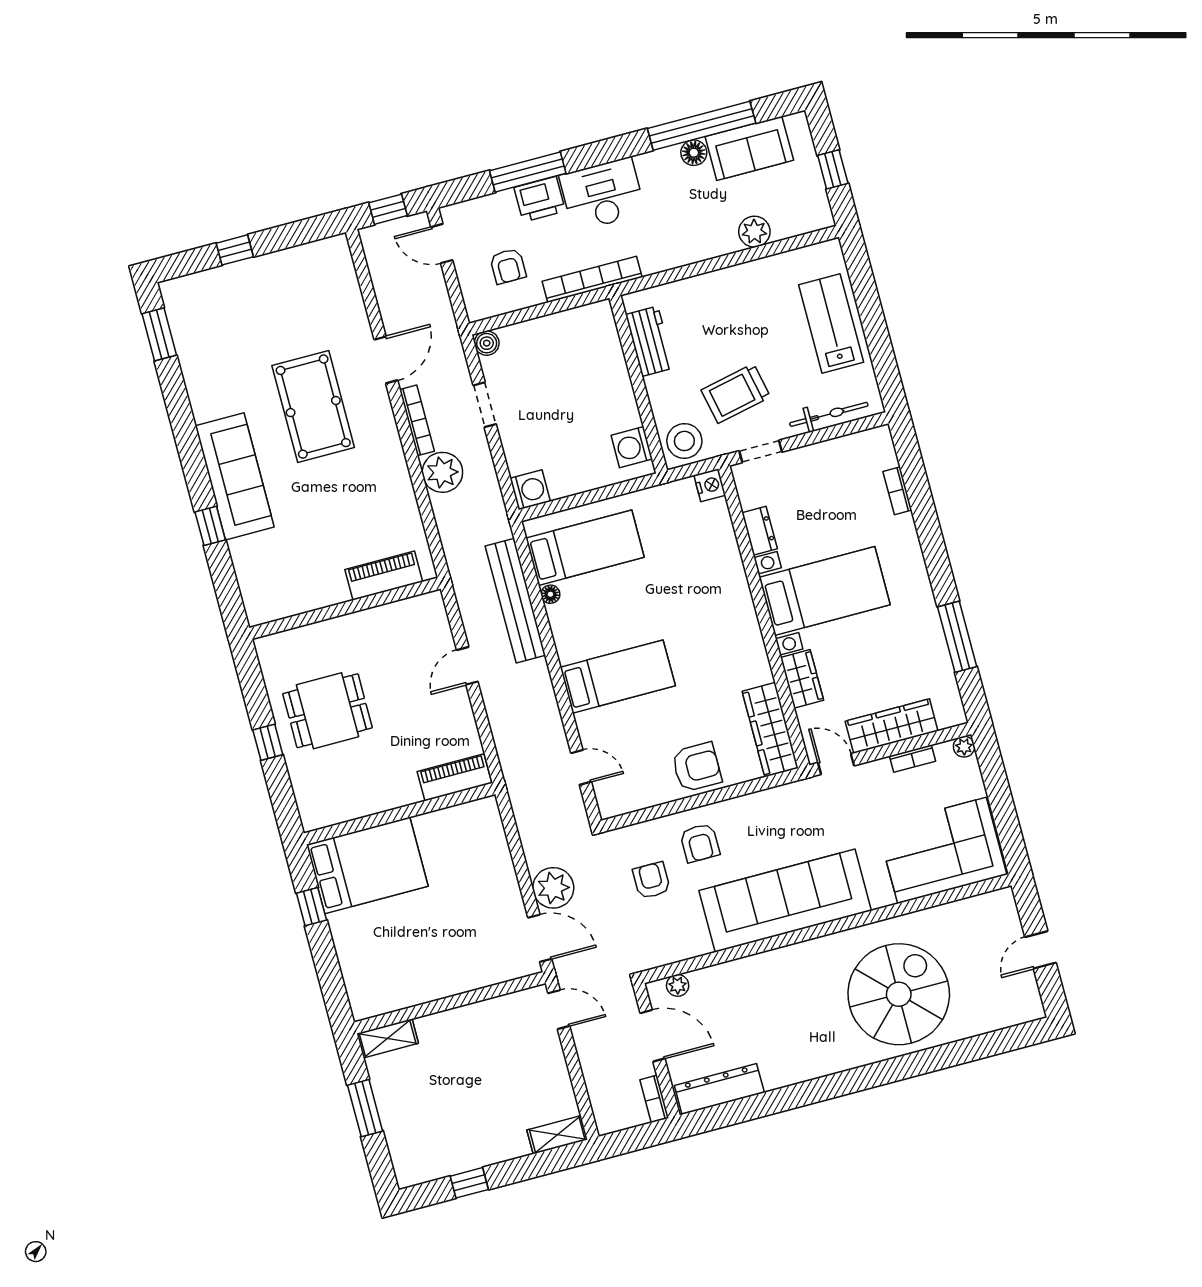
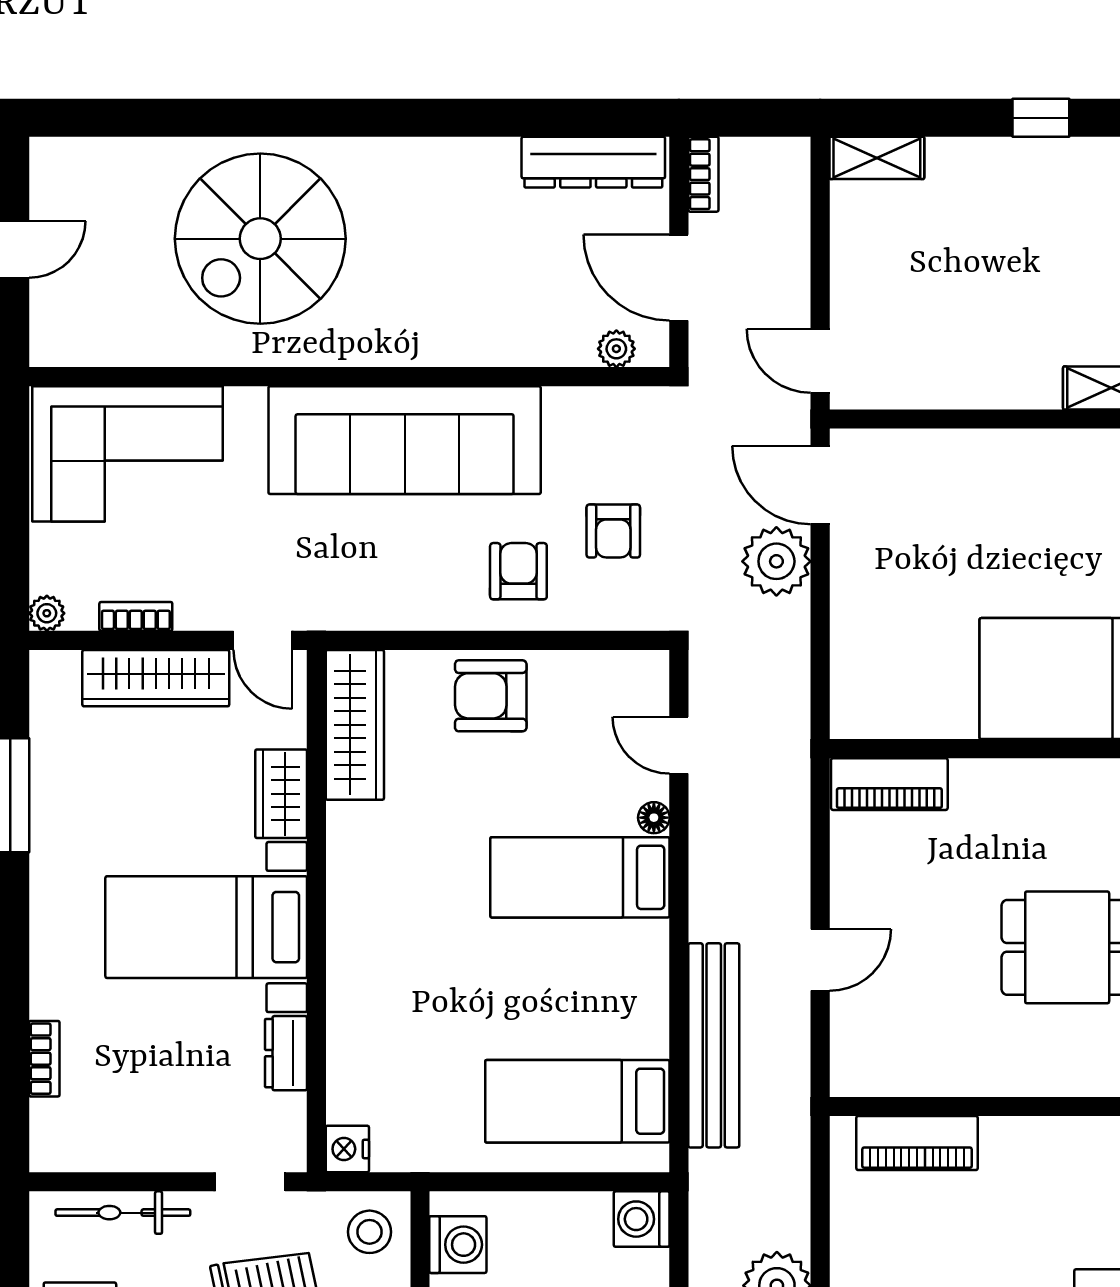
stool: (684, 441) -> (370, 1232), width x0.73, depth x0.73
floor lamp: (550, 594) -> (654, 818), moved

